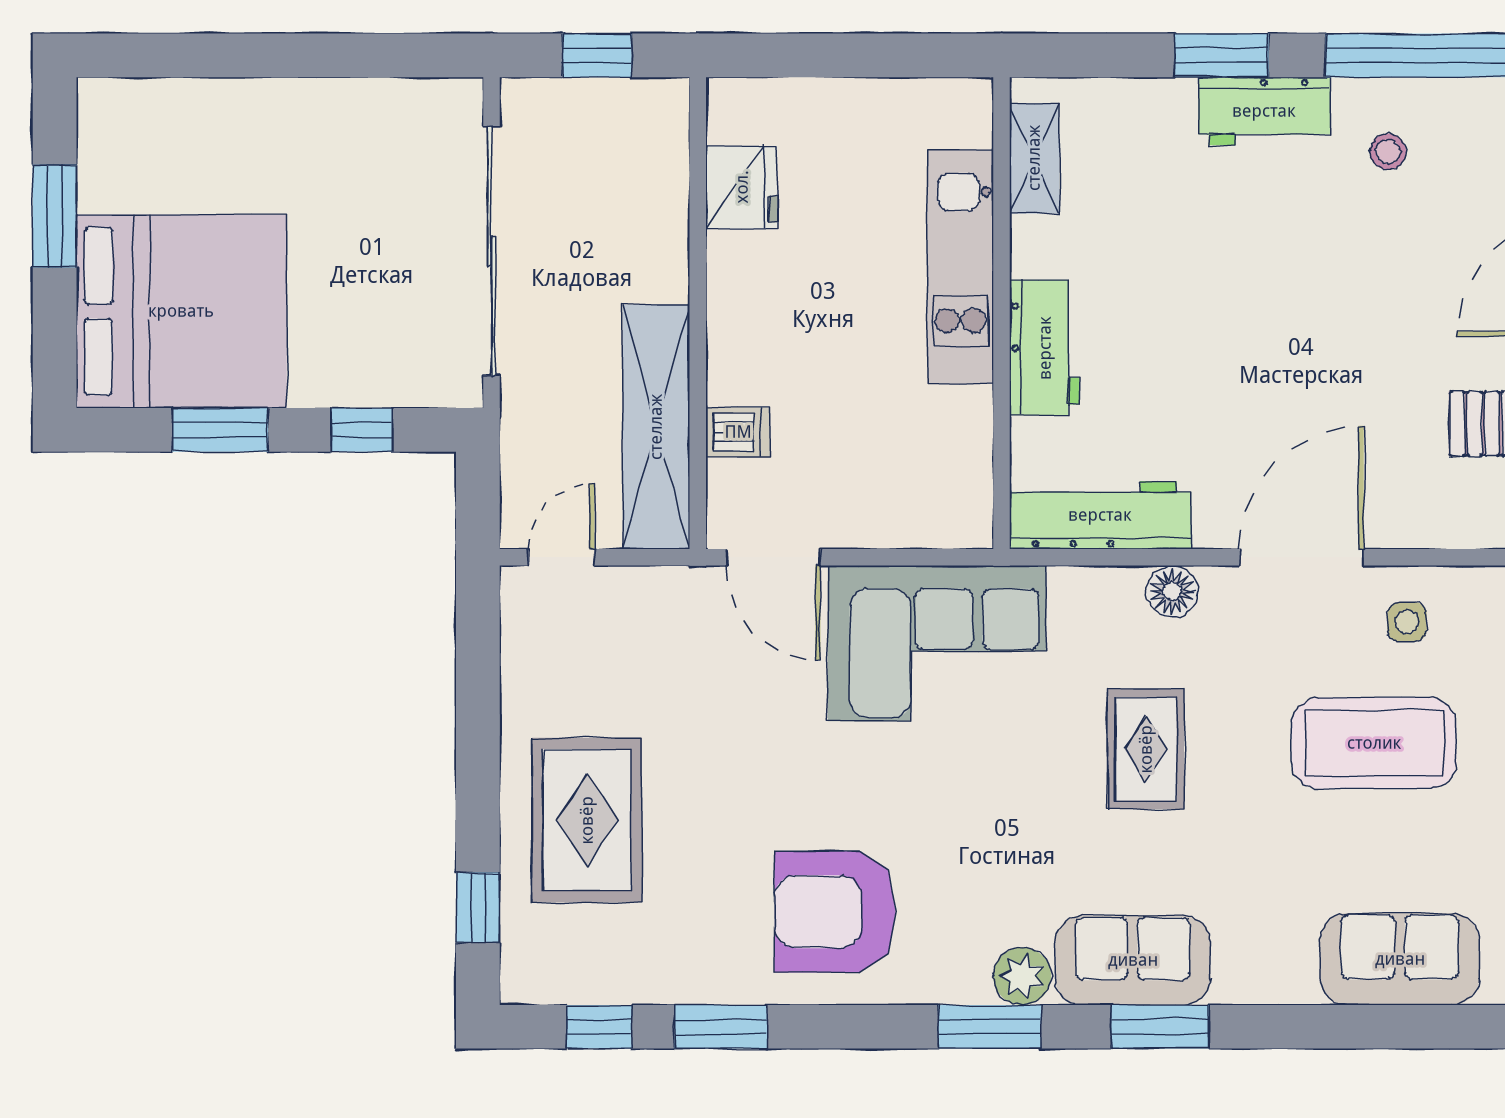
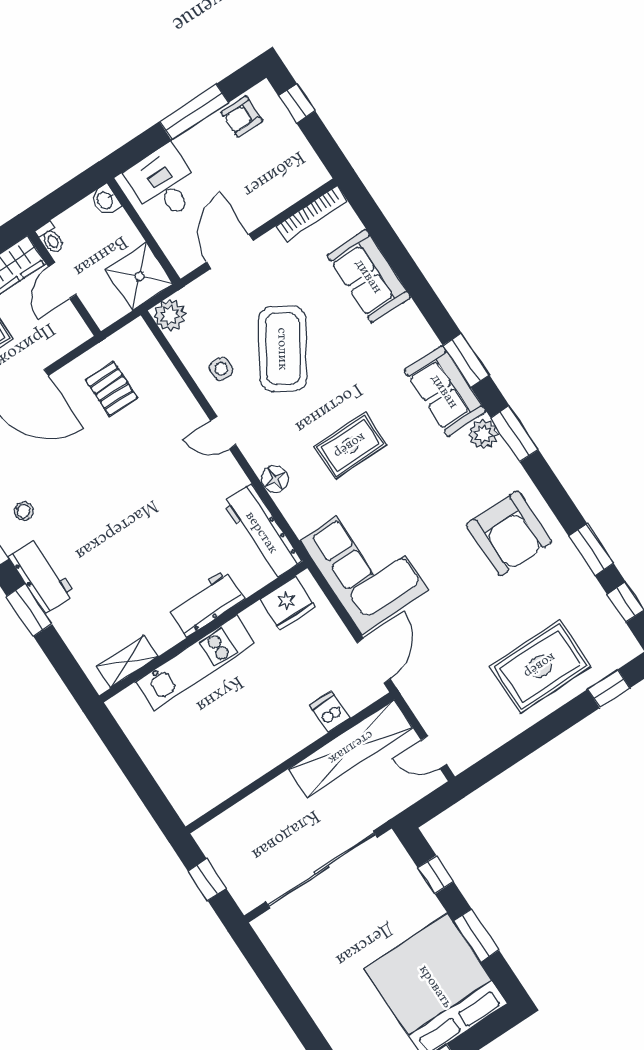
fridge: (742, 187) -> (288, 603), moved, turned 180
door: (1302, 557) -> (223, 433), width x0.53
coffee table: (1374, 743) -> (283, 349), turned 32

